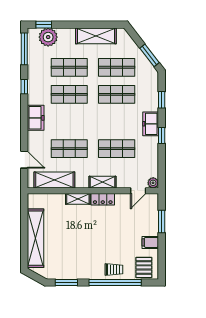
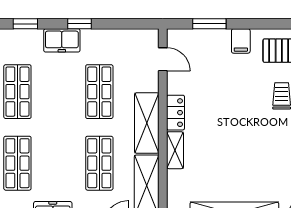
shelving: (103, 182) -> (147, 123), width x1.50, depth x1.33
plant: (153, 183) -> (151, 37), removed

